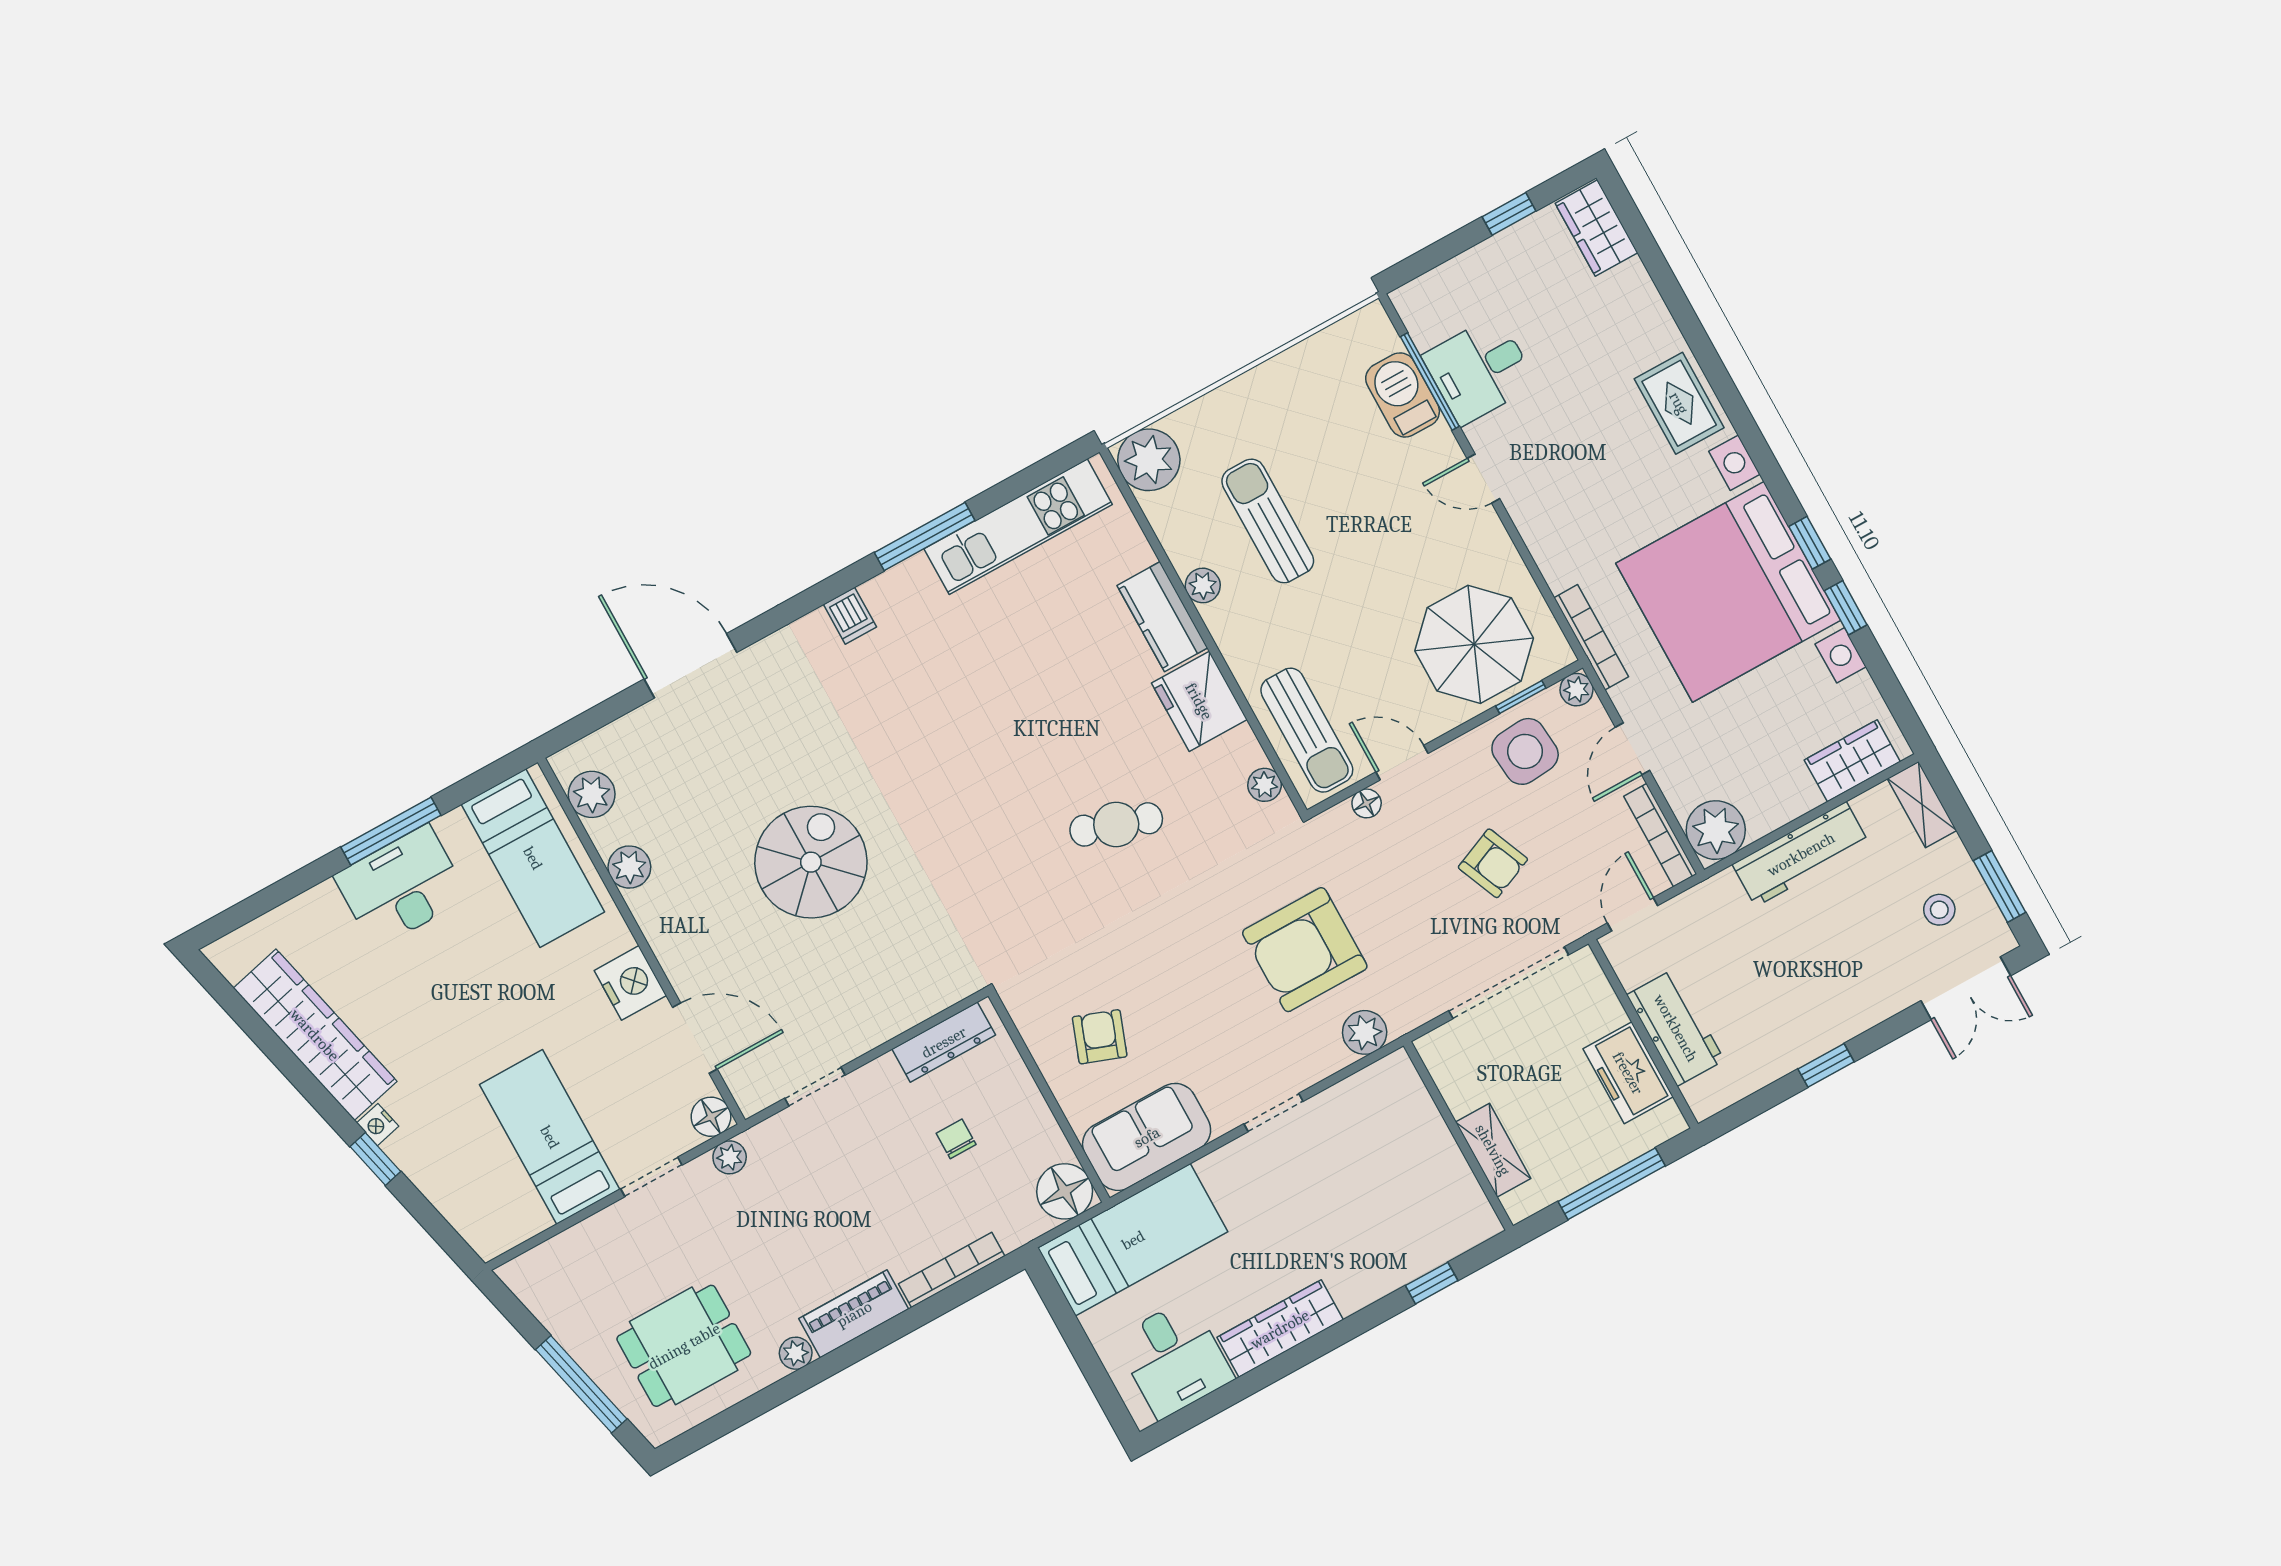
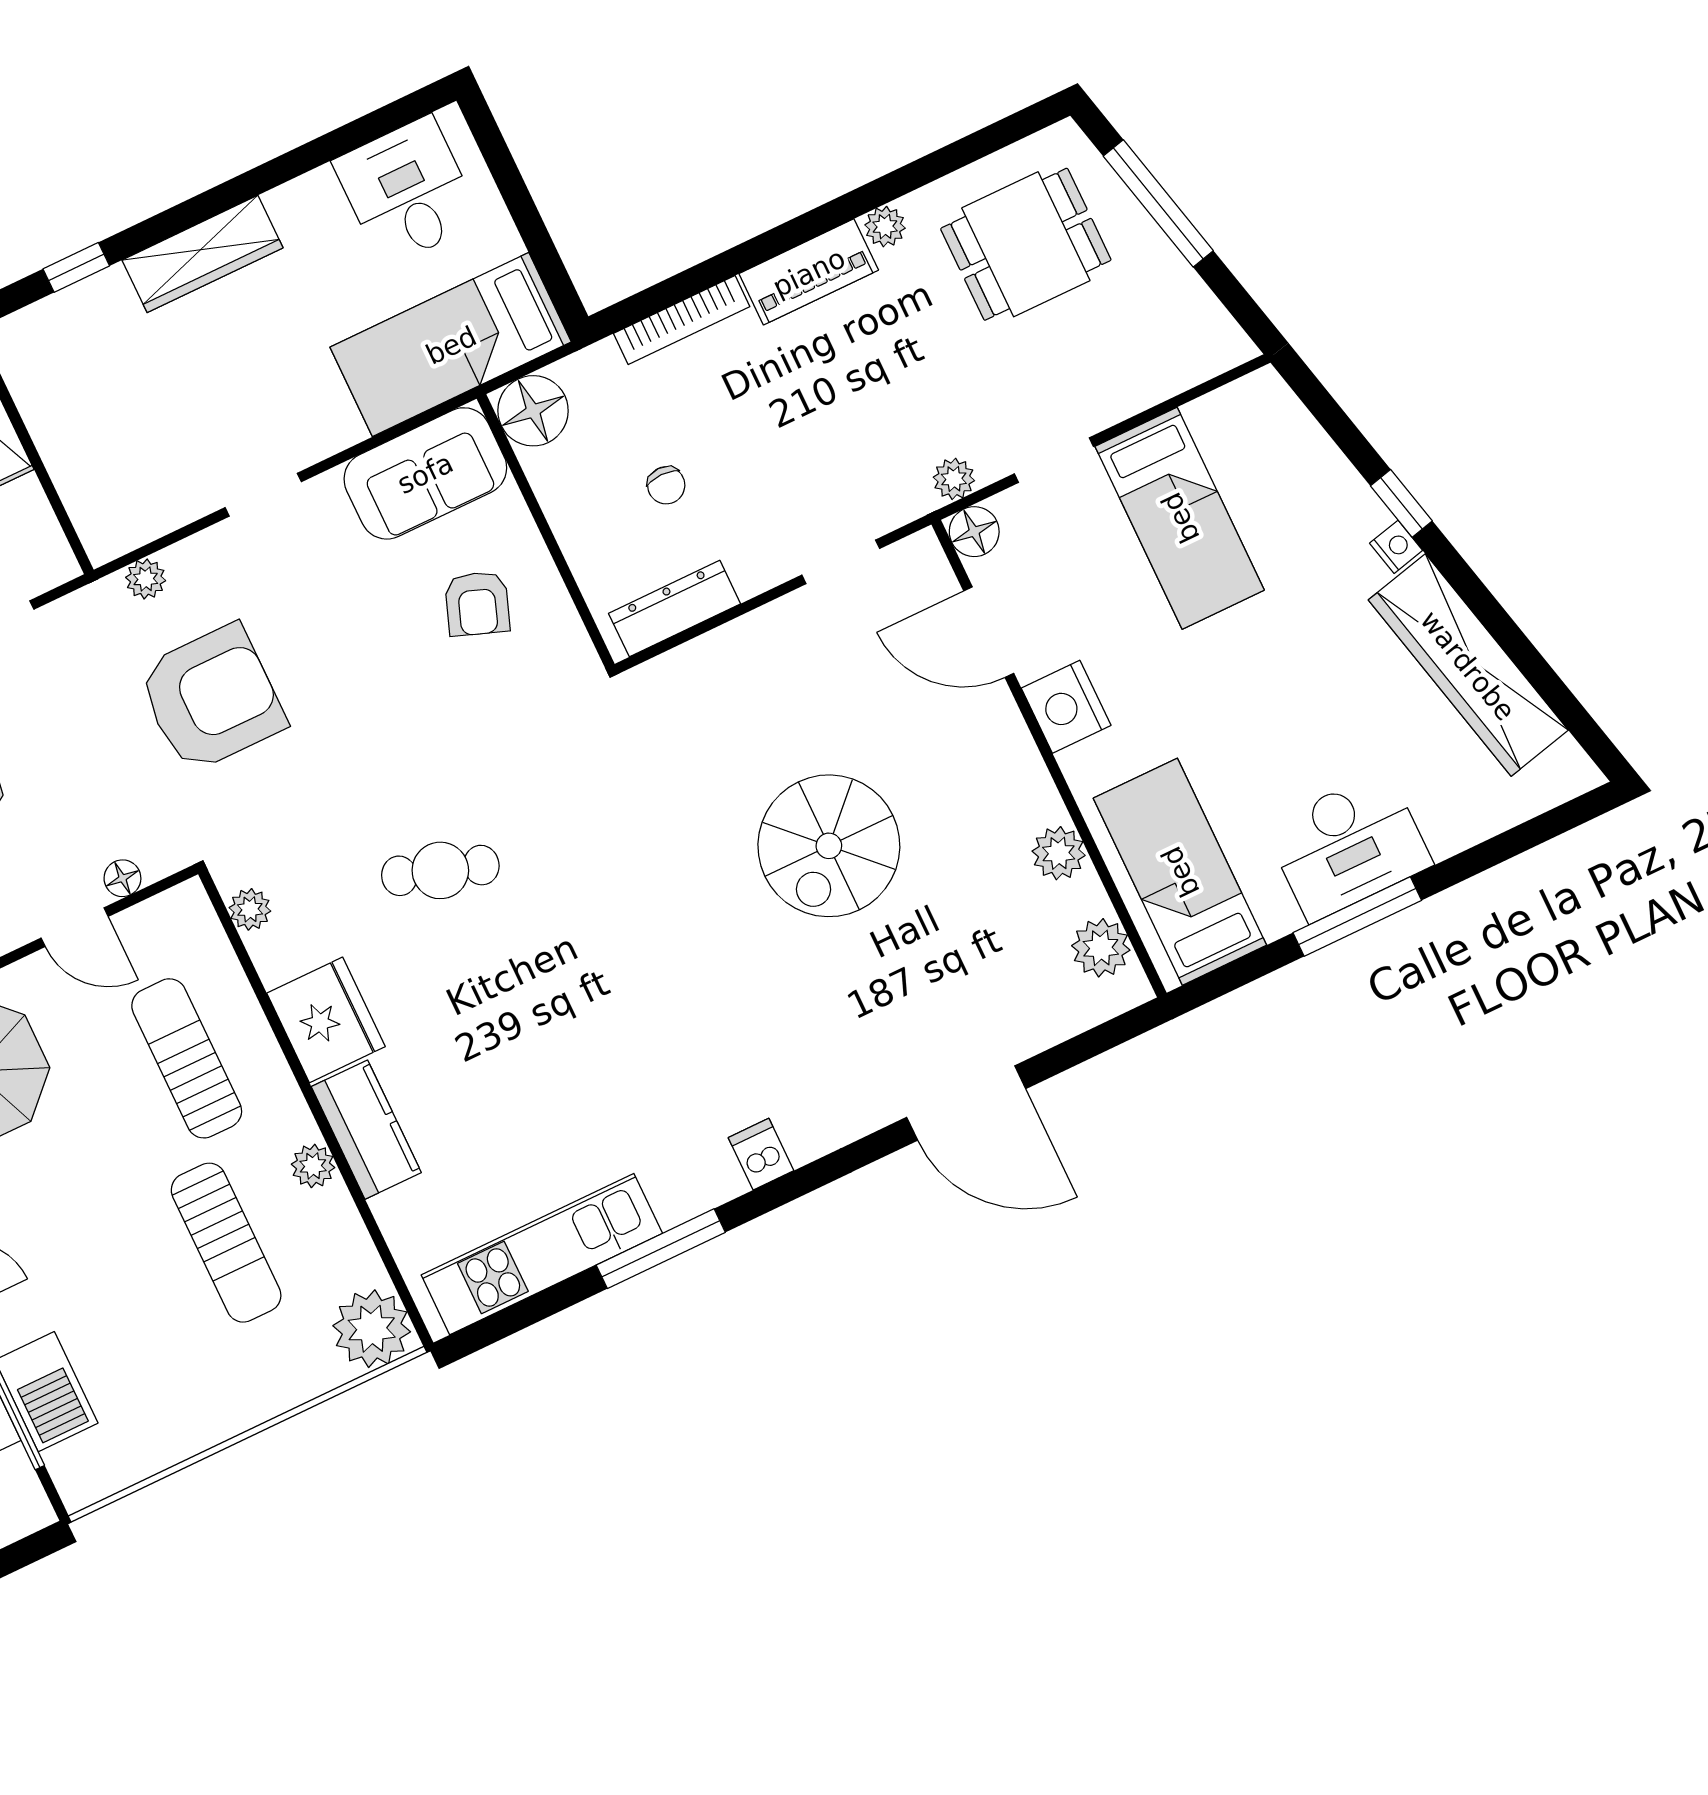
sun lounger: (1307, 730) -> (187, 1058), moved
plant: (1365, 1032) -> (146, 579), width x0.73, depth x0.73
wardrobe: (1280, 1329) -> (203, 254), moved

